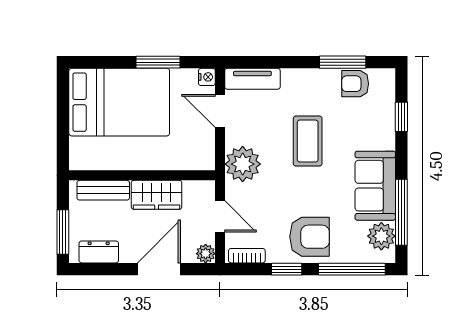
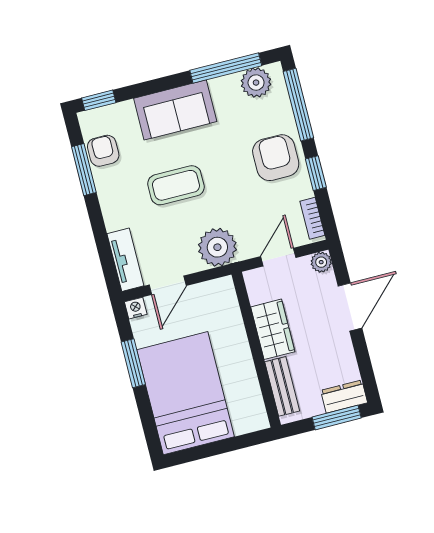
armchair: (355, 84) -> (103, 151), turned 180
window: (401, 117) -> (99, 100), moved
sofa: (375, 186) -> (175, 110), moved
dresser: (99, 252) -> (344, 397), moved, turned 90
door: (159, 269) -> (350, 307), swing flipped

